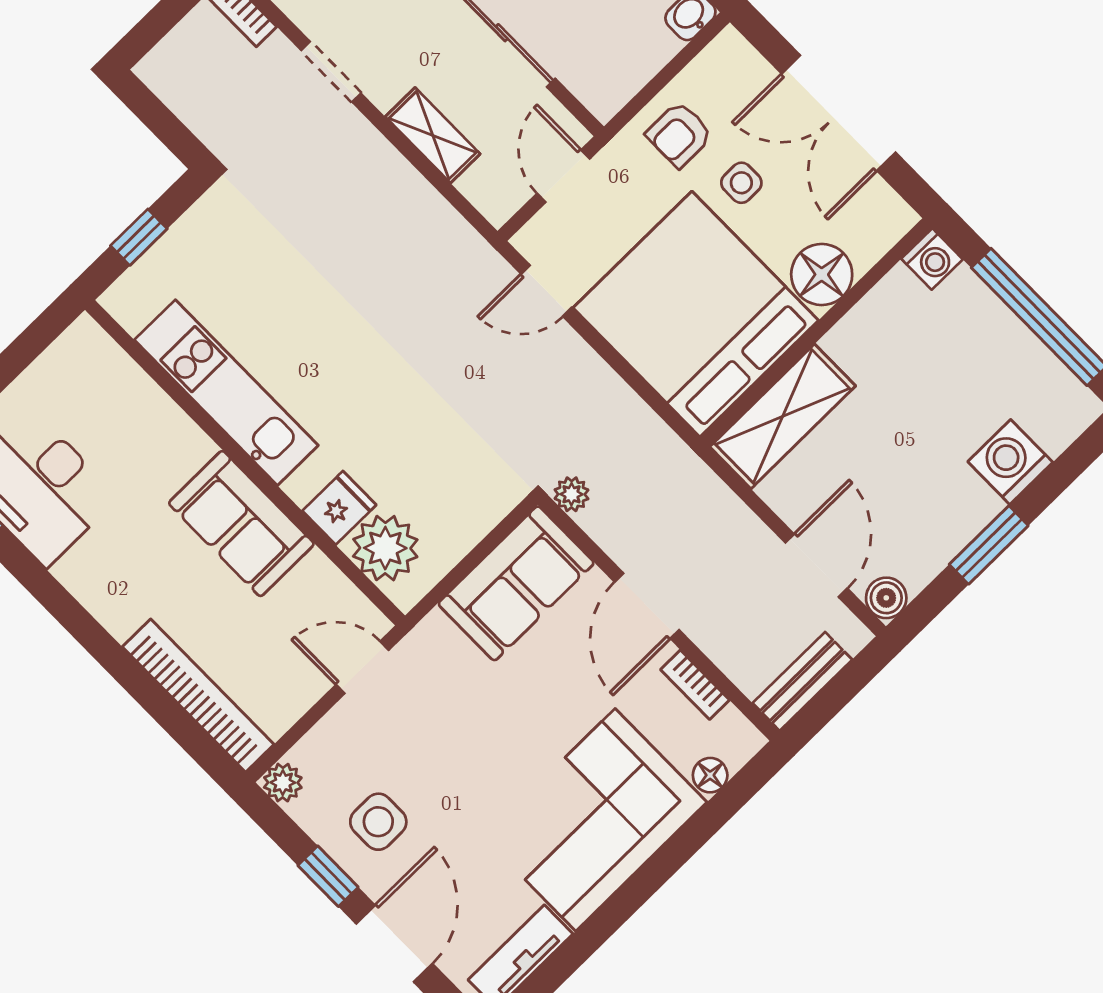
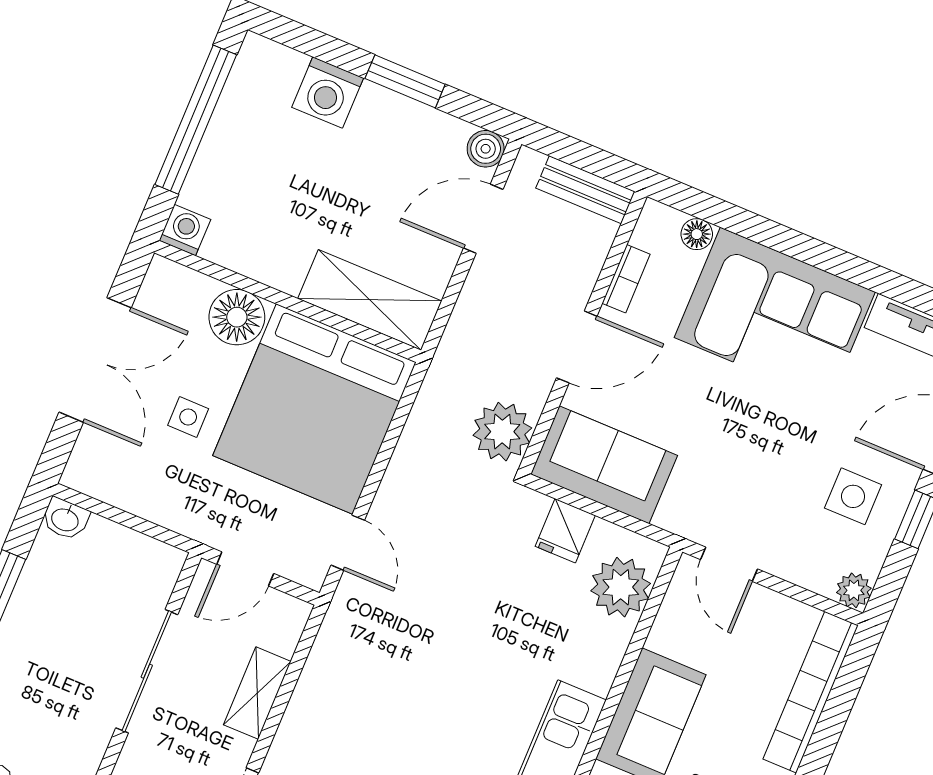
armchair: (679, 134) -> (169, 486), removed
plant: (571, 494) -> (502, 432), width x1.87, depth x1.87
fridge: (339, 508) -> (565, 531), moved, turned -90

